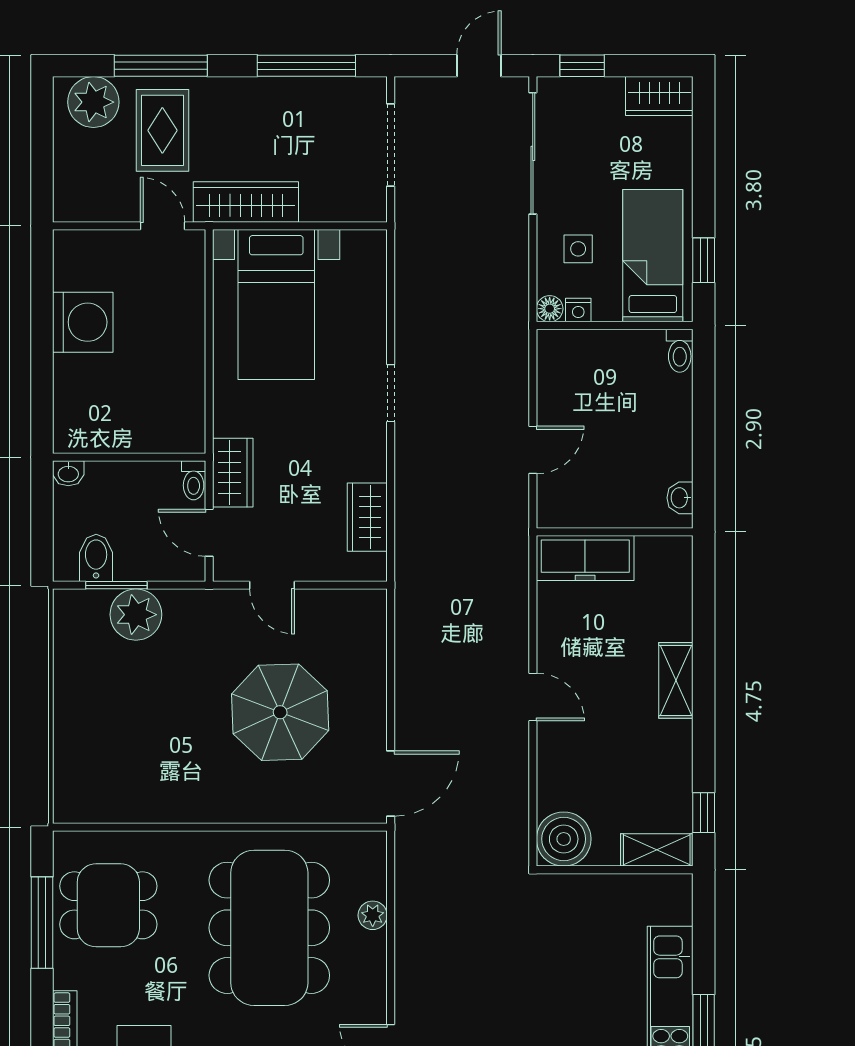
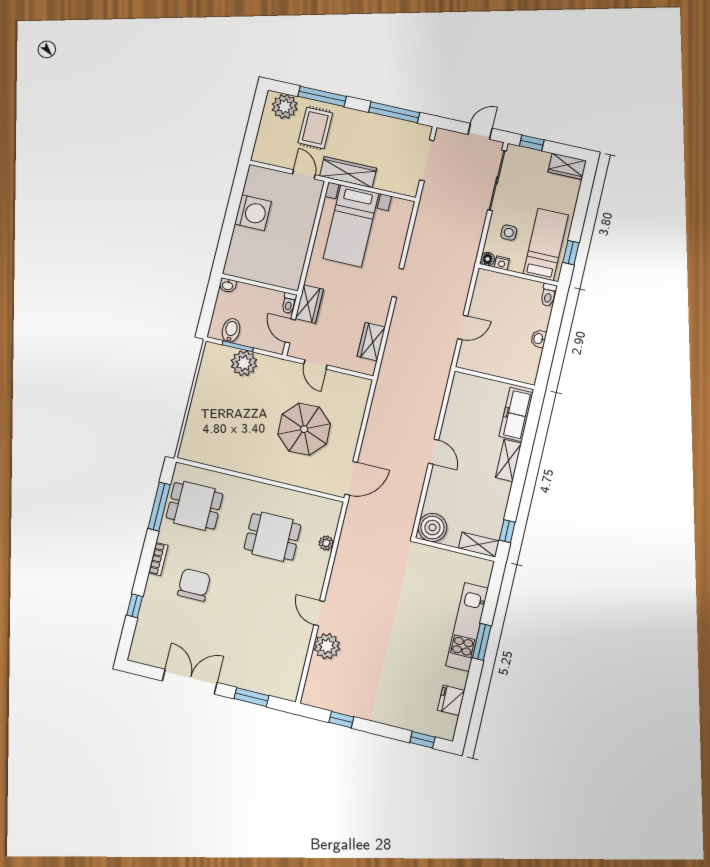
washbasin: (680, 498) -> (539, 339), moved
freezer: (585, 558) -> (516, 414), moved, turned 90
dining table: (269, 928) -> (272, 537), width x0.53, depth x0.80

